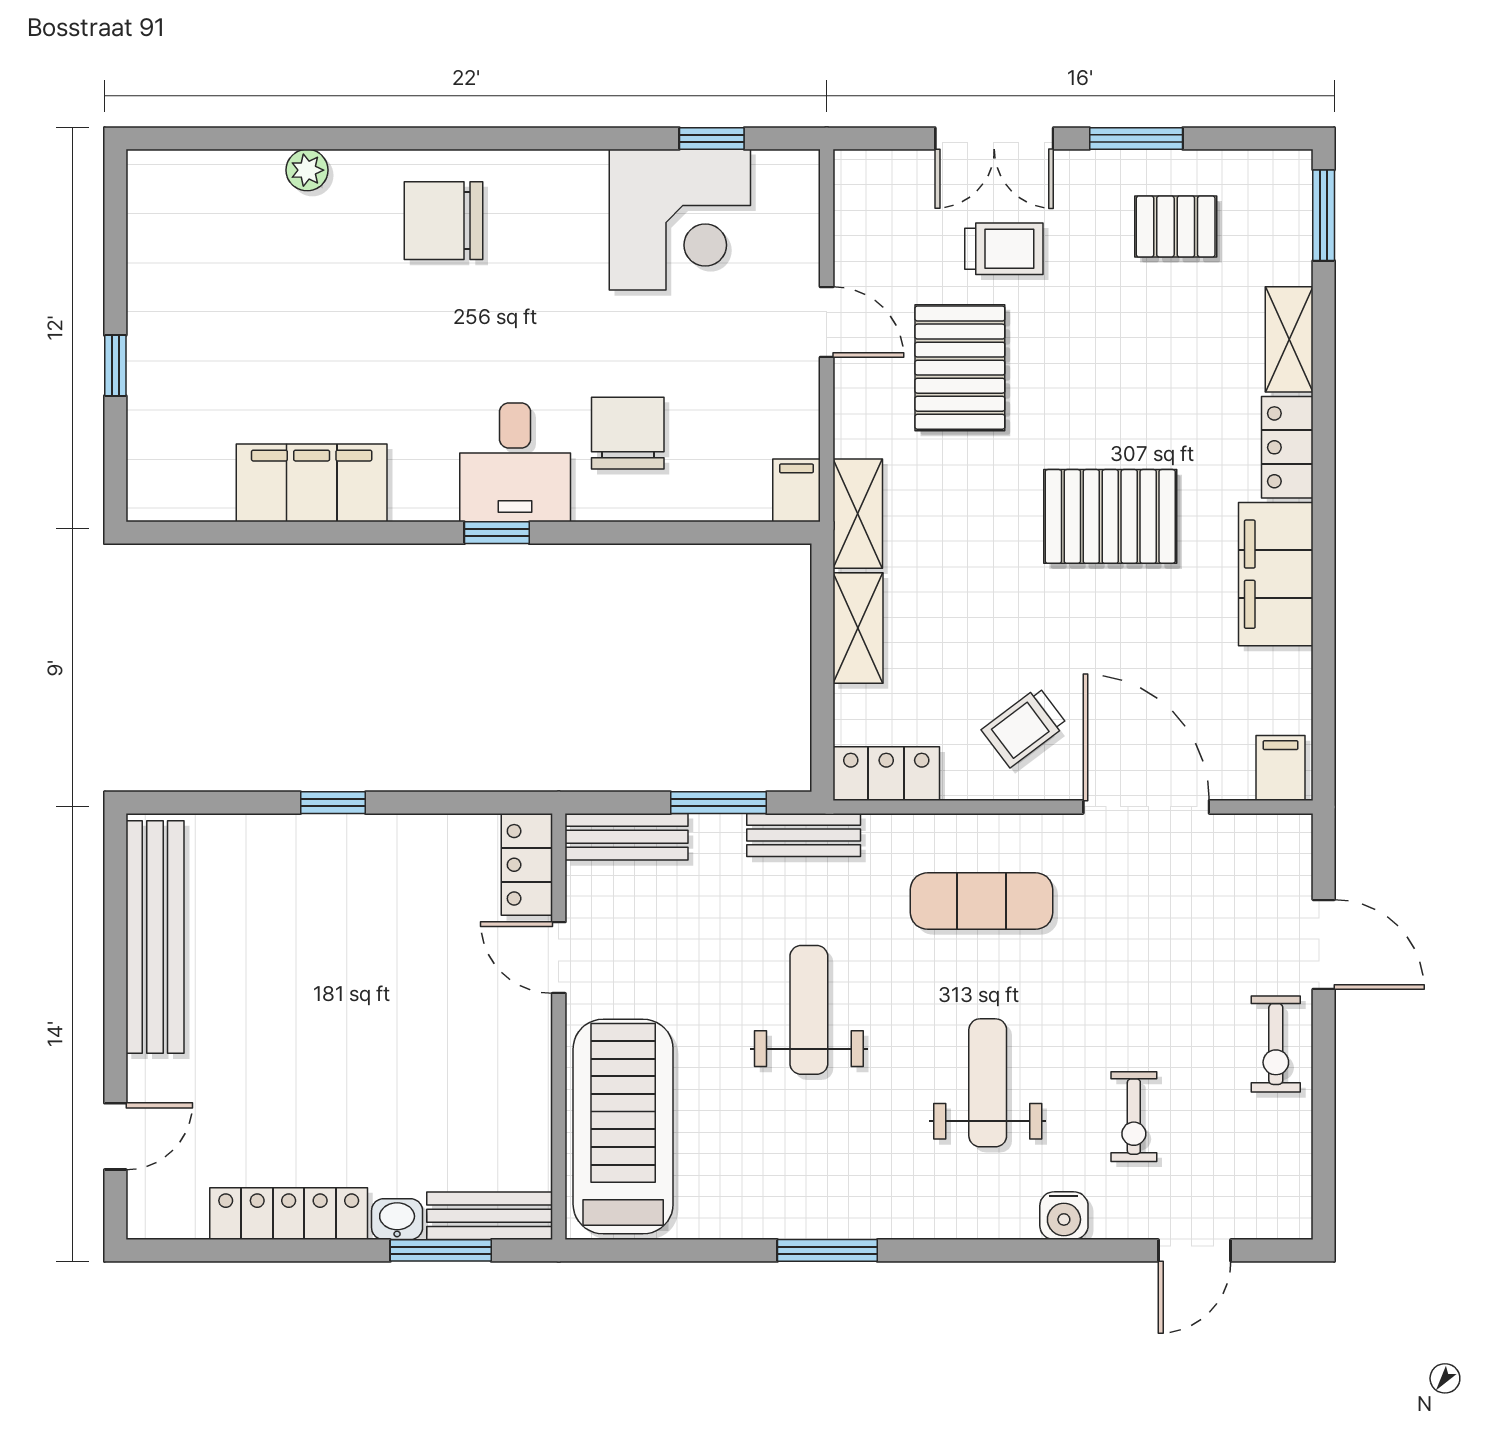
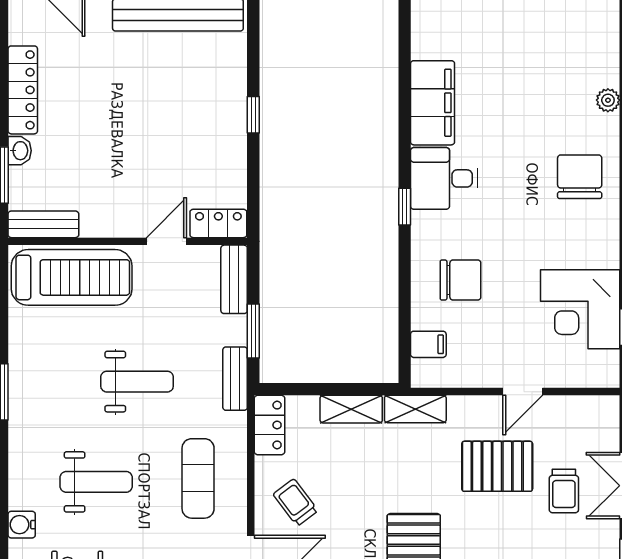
desk: (515, 462) -> (444, 178), moved
filing cabinet: (797, 490) -> (428, 344), moved
bench: (490, 1216) -> (43, 224), moved, turned 90

